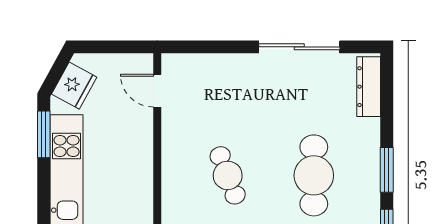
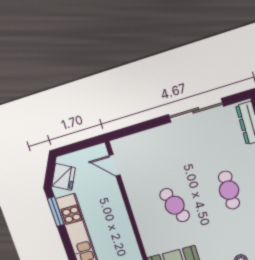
cafe table: (314, 175) -> (229, 190), width x0.73, depth x0.74

